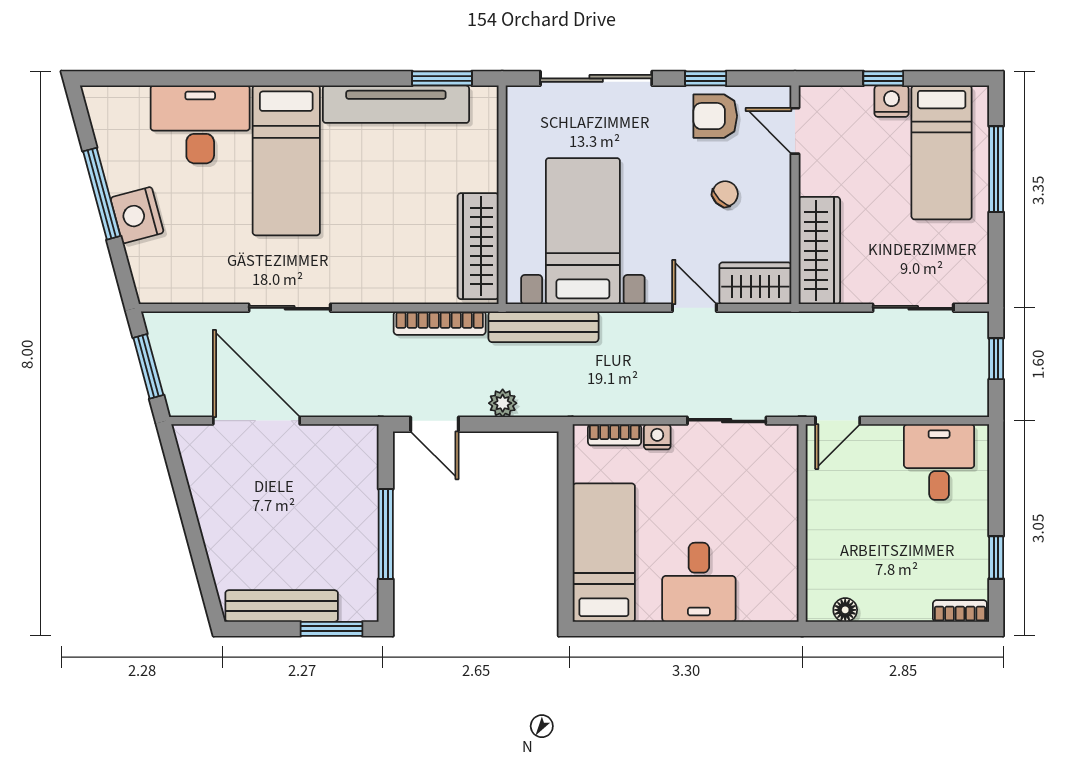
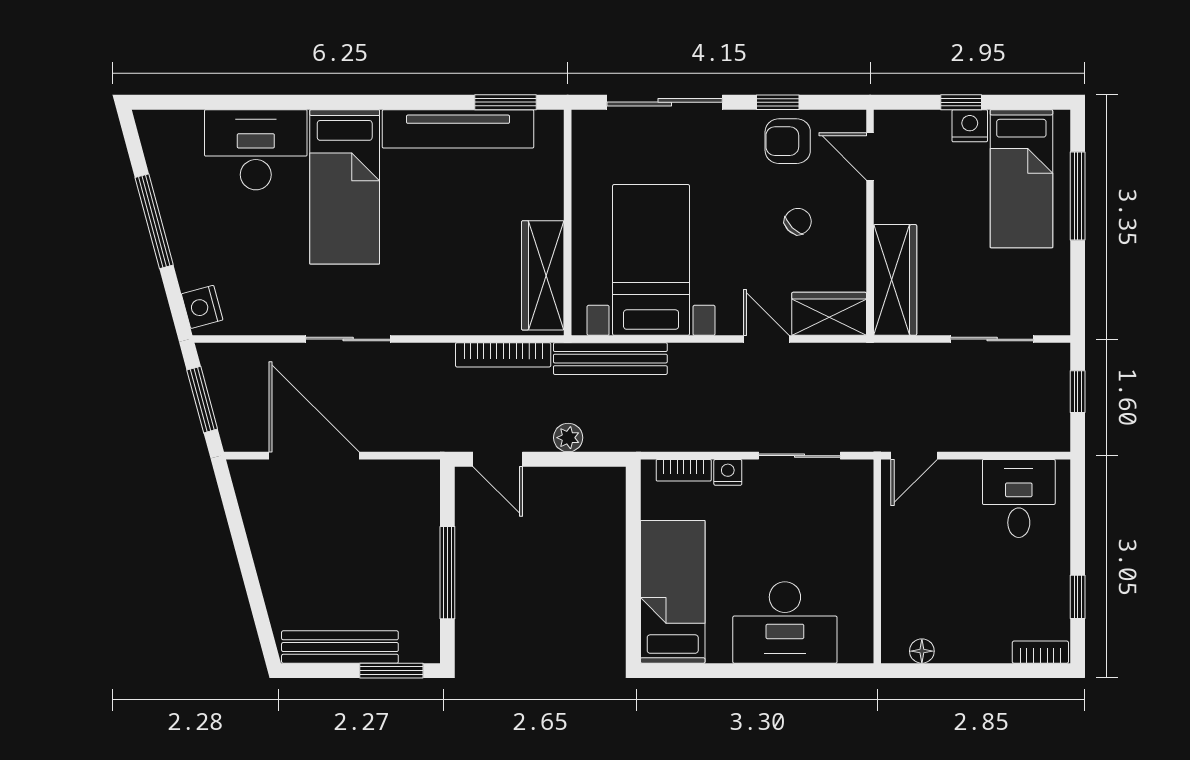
nightstand: (137, 215) -> (202, 307), moved, width x0.74, depth x0.75
desk: (699, 582) -> (785, 622), width x1.37

